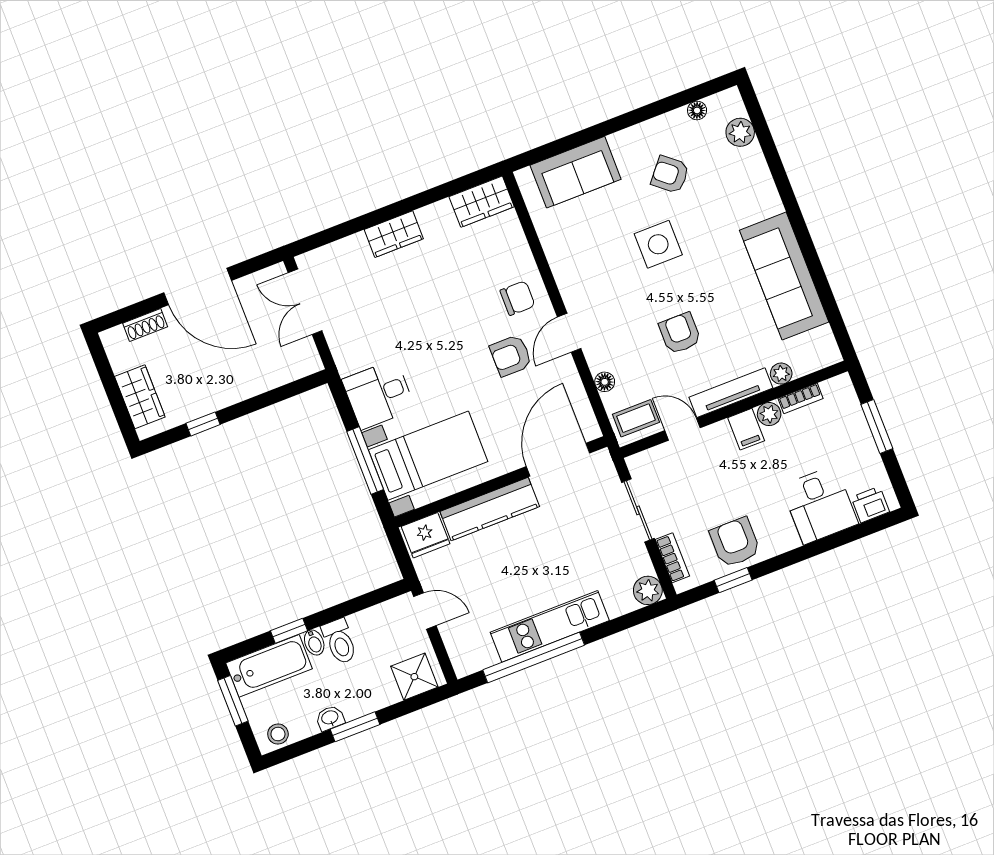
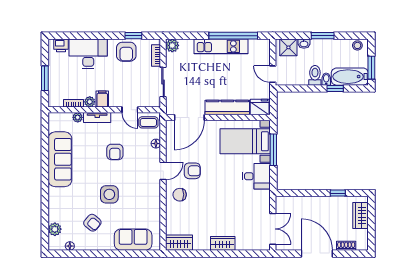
tv unit: (731, 393) -> (97, 118), width x0.71
desk: (820, 505) -> (88, 54), width x1.37
washbasin: (330, 718) -> (304, 44), moved

